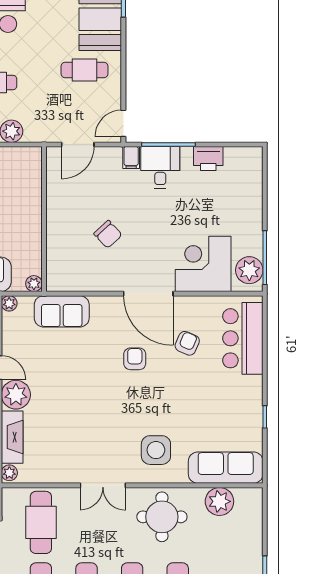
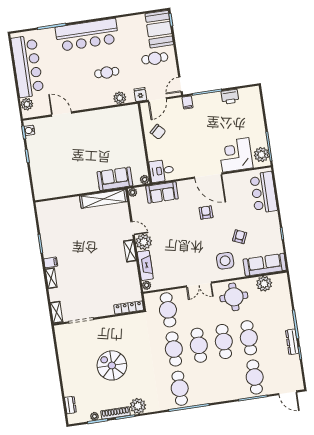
fridge: (49, 131) -> (140, 95), added
desk: (160, 167) -> (162, 171), moved, turned -90
chair: (108, 234) -> (158, 132), moved
armchair: (187, 343) -> (240, 237), moved

